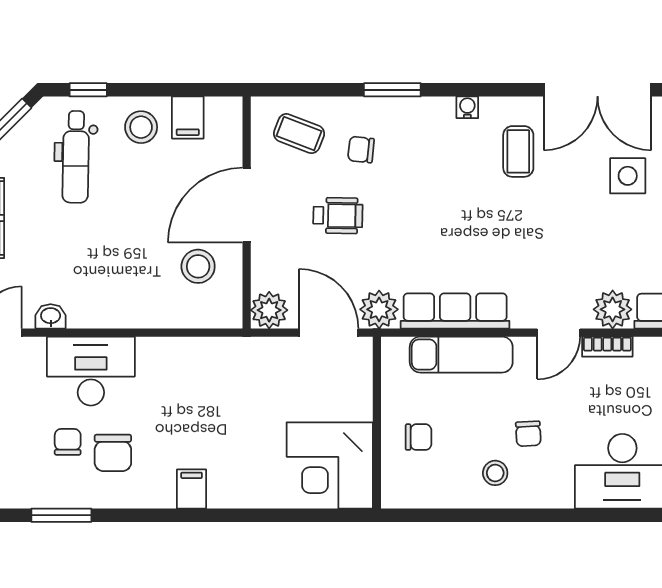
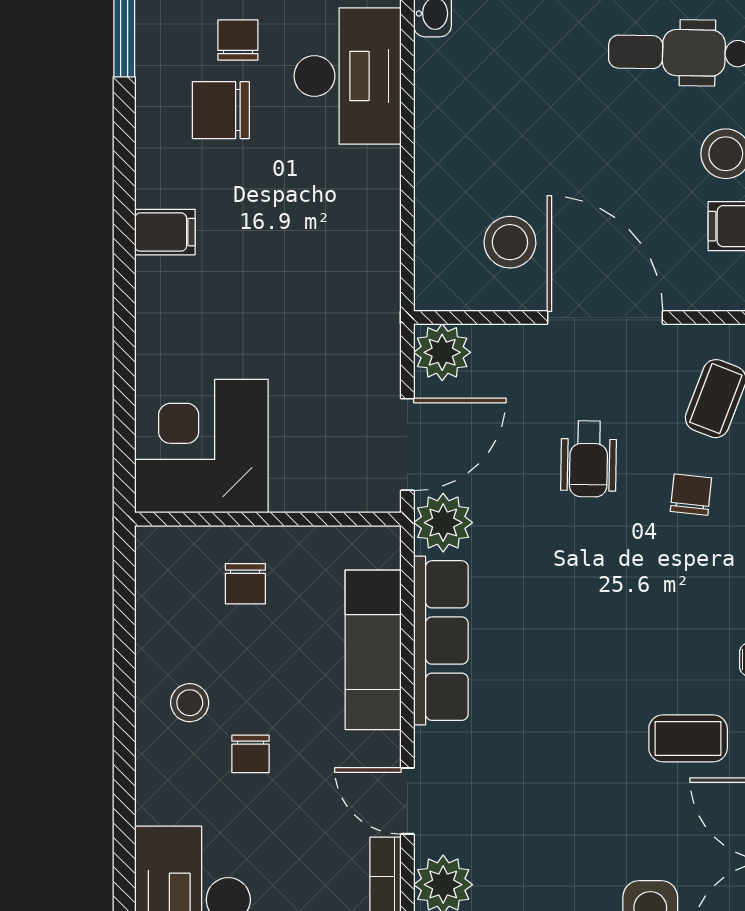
chair: (528, 434) -> (250, 754), turned -87
chair: (68, 442) -> (238, 40), turned -90

